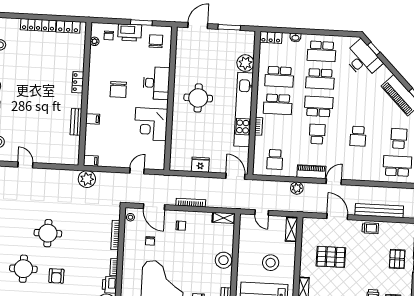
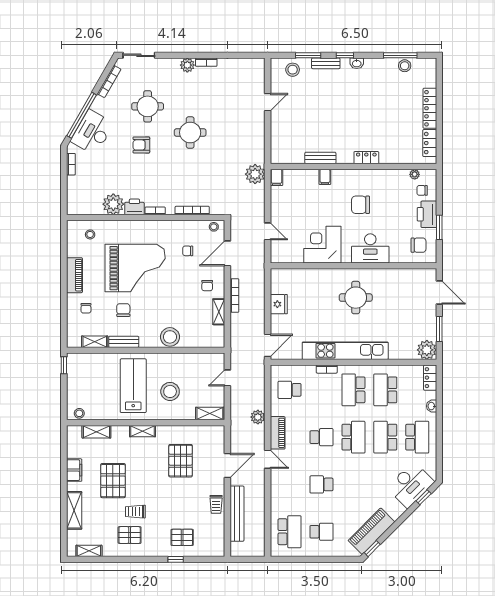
school desk: (322, 51) -> (417, 437), turned 180
plant: (245, 63) -> (427, 350), moved
shelving: (224, 218) -> (219, 312), moved

